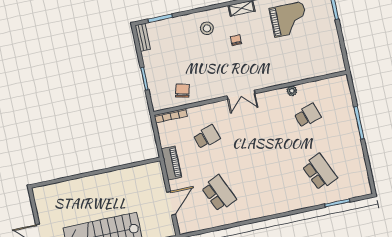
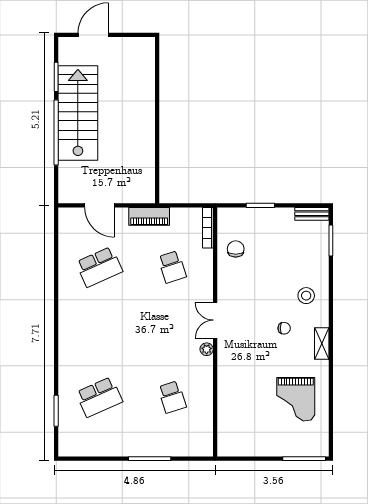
chair: (182, 91) -> (236, 249), turned -104
plant: (292, 91) -> (207, 349), moved

